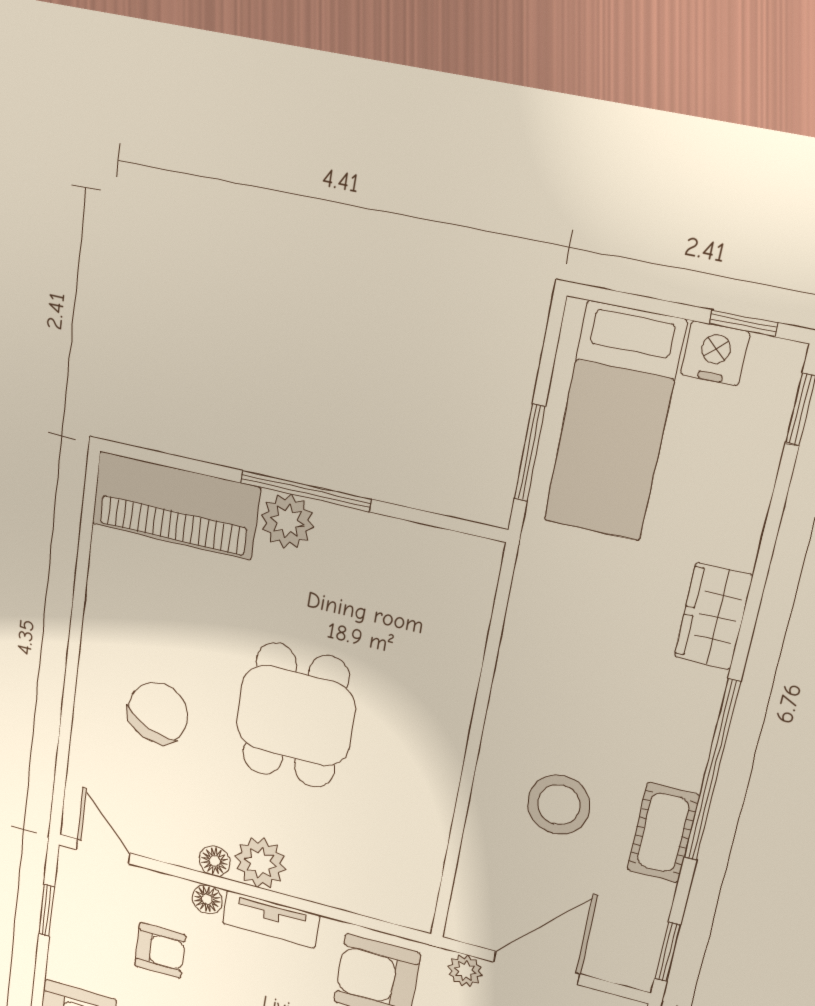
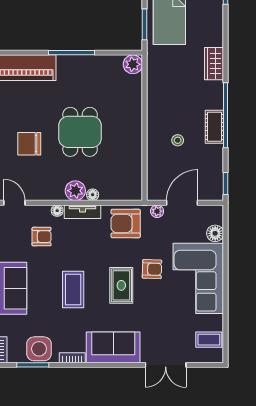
plant: (287, 521) -> (133, 64), moved
chair: (158, 713) -> (29, 144), turned -113
stool: (559, 805) -> (178, 140), width x0.53, depth x0.53
cot: (663, 833) -> (214, 127), moved
floor lamp: (215, 861) -> (93, 195), moved

